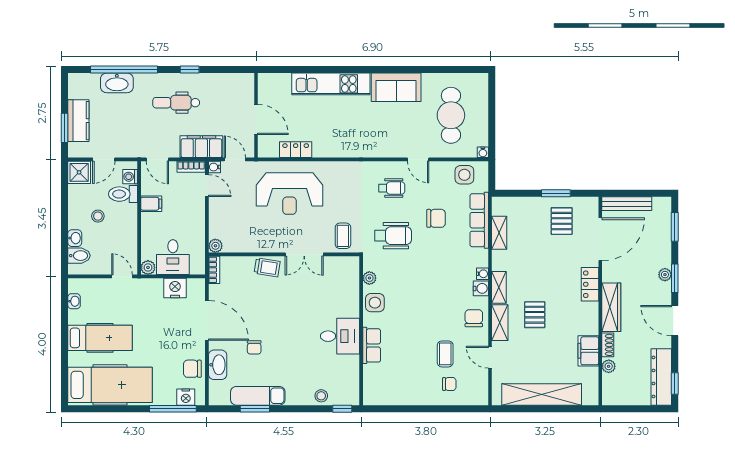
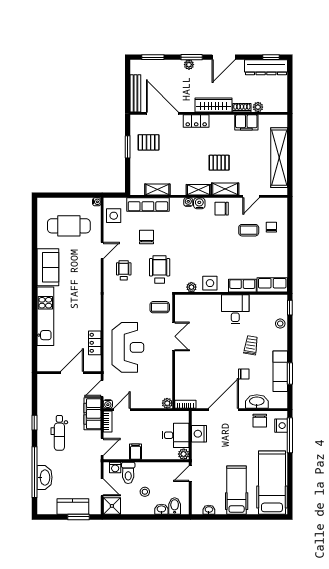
trolley: (267, 267) -> (251, 345), moved
row of seats: (372, 385) -> (272, 285), added

